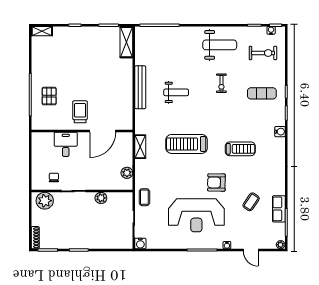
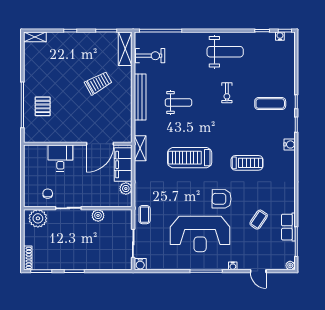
exercise bike: (263, 53) -> (150, 56), moved
trolley: (80, 112) -> (98, 83), moved, turned 61
shelving: (140, 147) -> (140, 148), moved
filing cabinet: (124, 150) -> (123, 165), added

